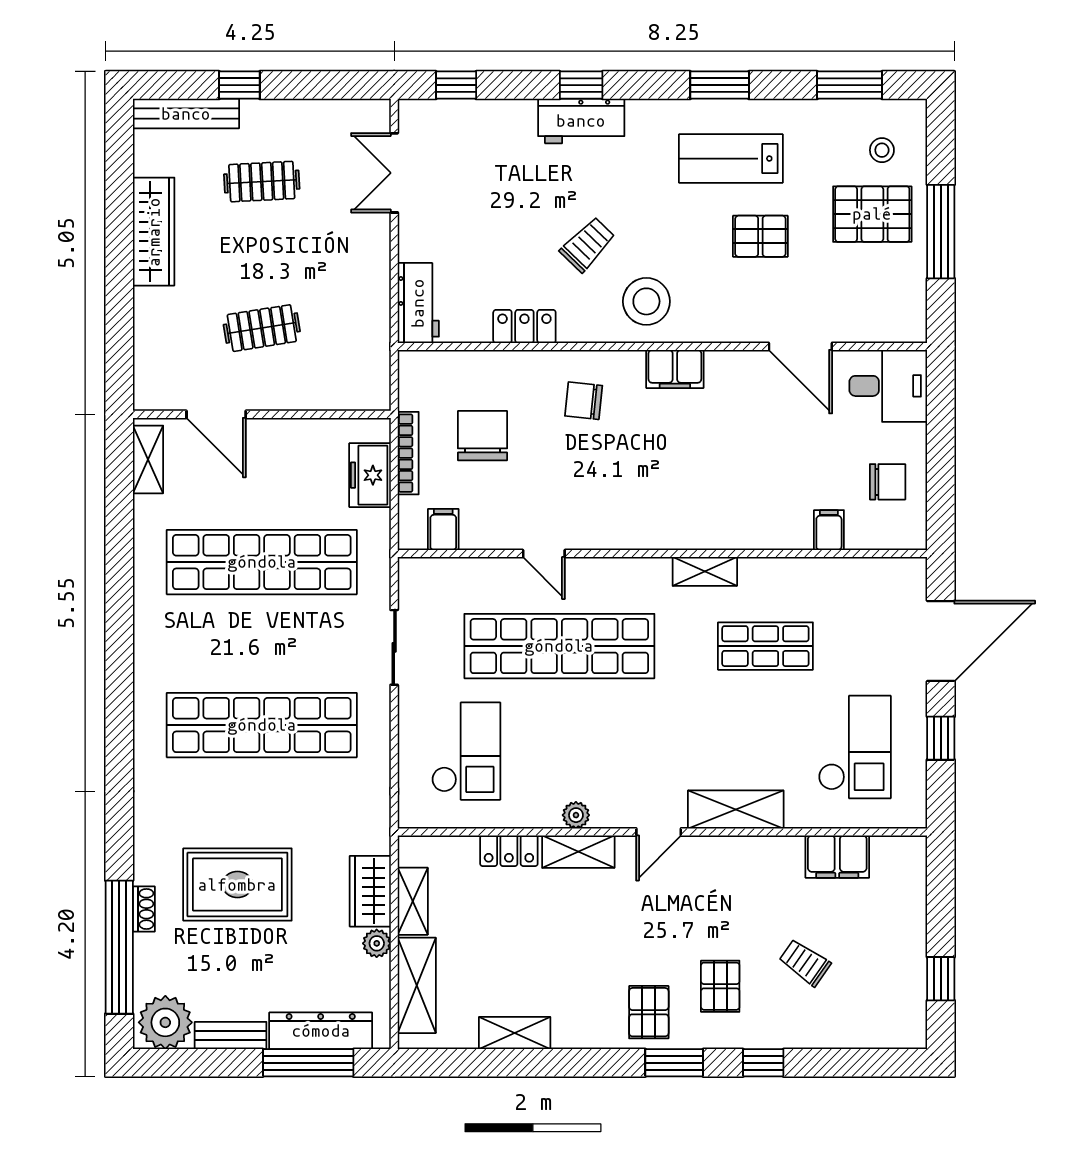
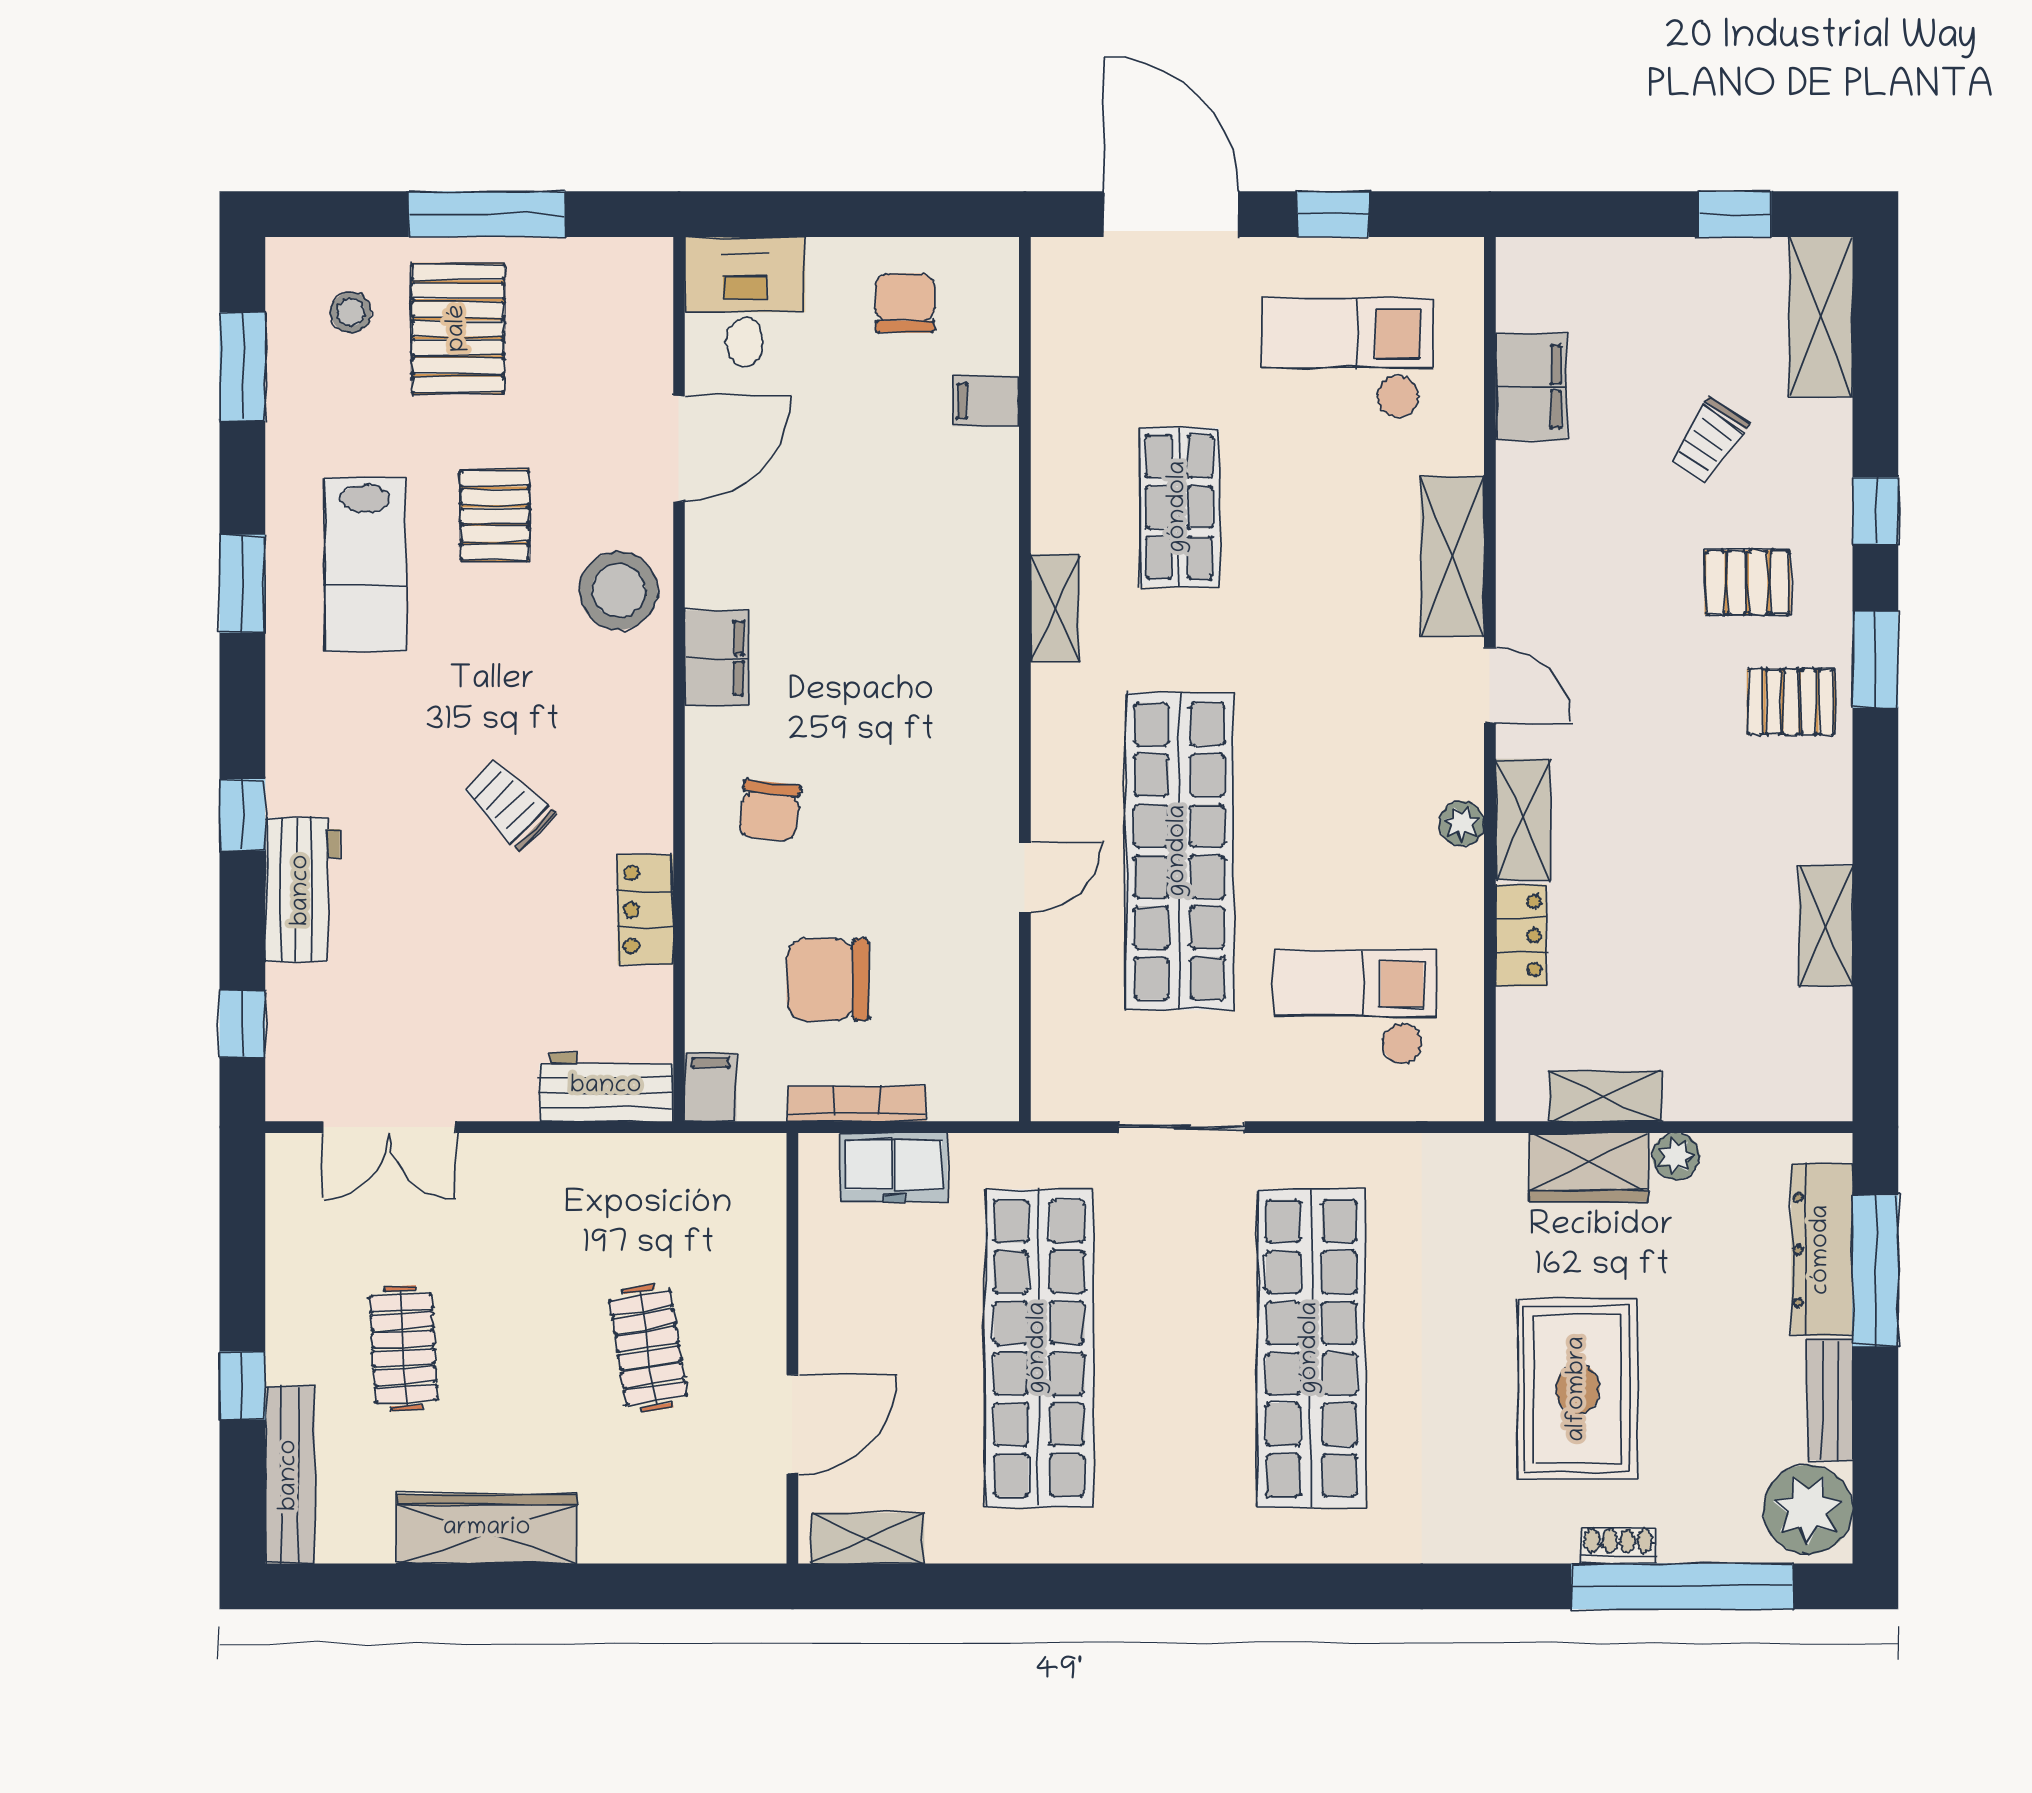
workbench: (581, 121) -> (302, 890), moved
stool: (646, 301) -> (618, 591), moved
filing cabinet: (443, 530) -> (710, 1087), moved, turned 90
shelving: (417, 985) -> (1821, 317), moved, turned 90

